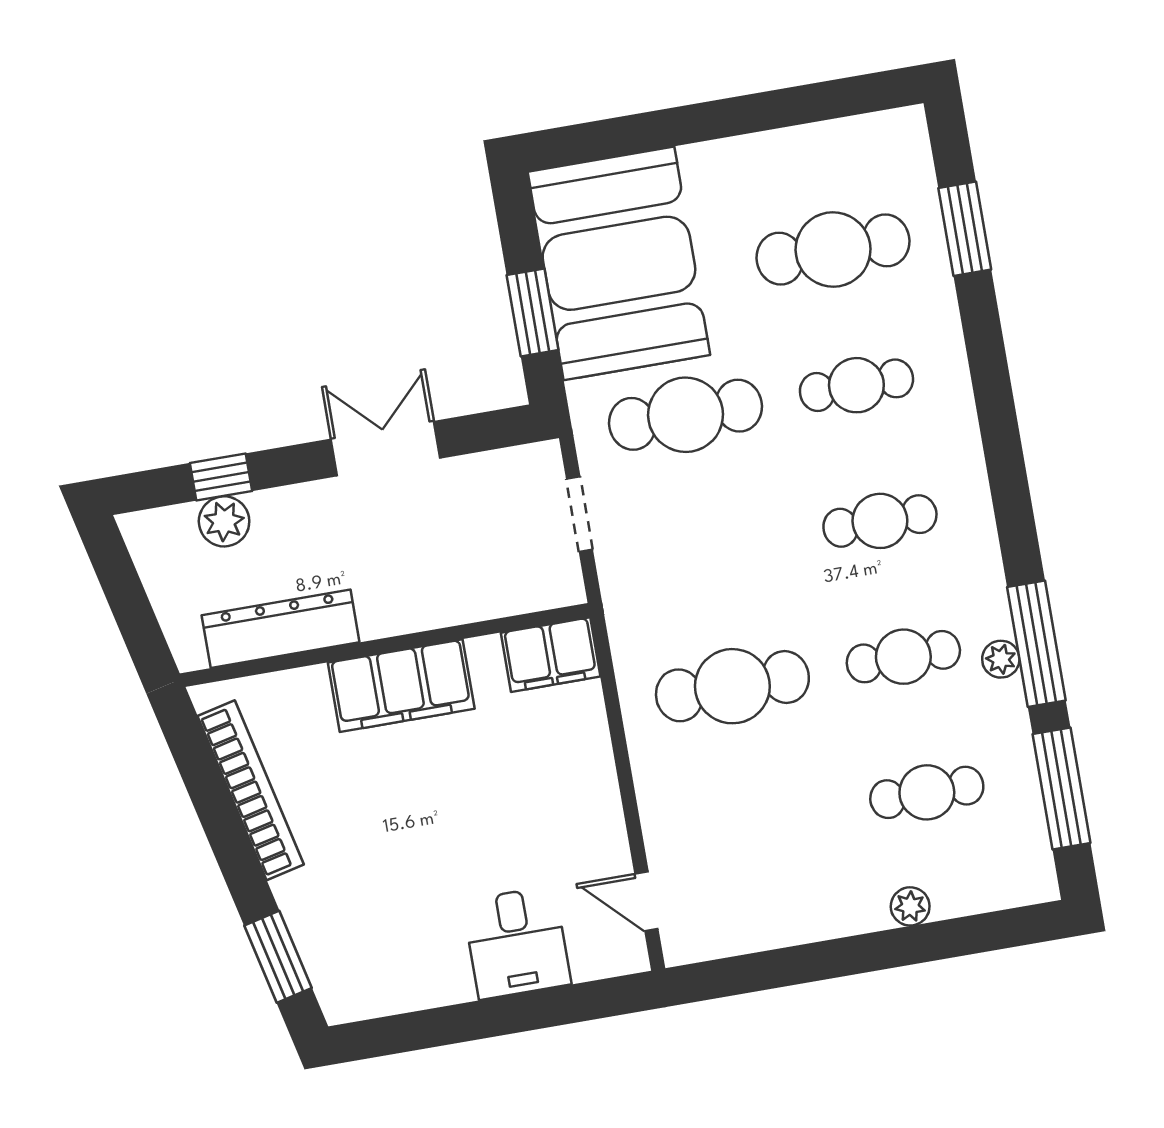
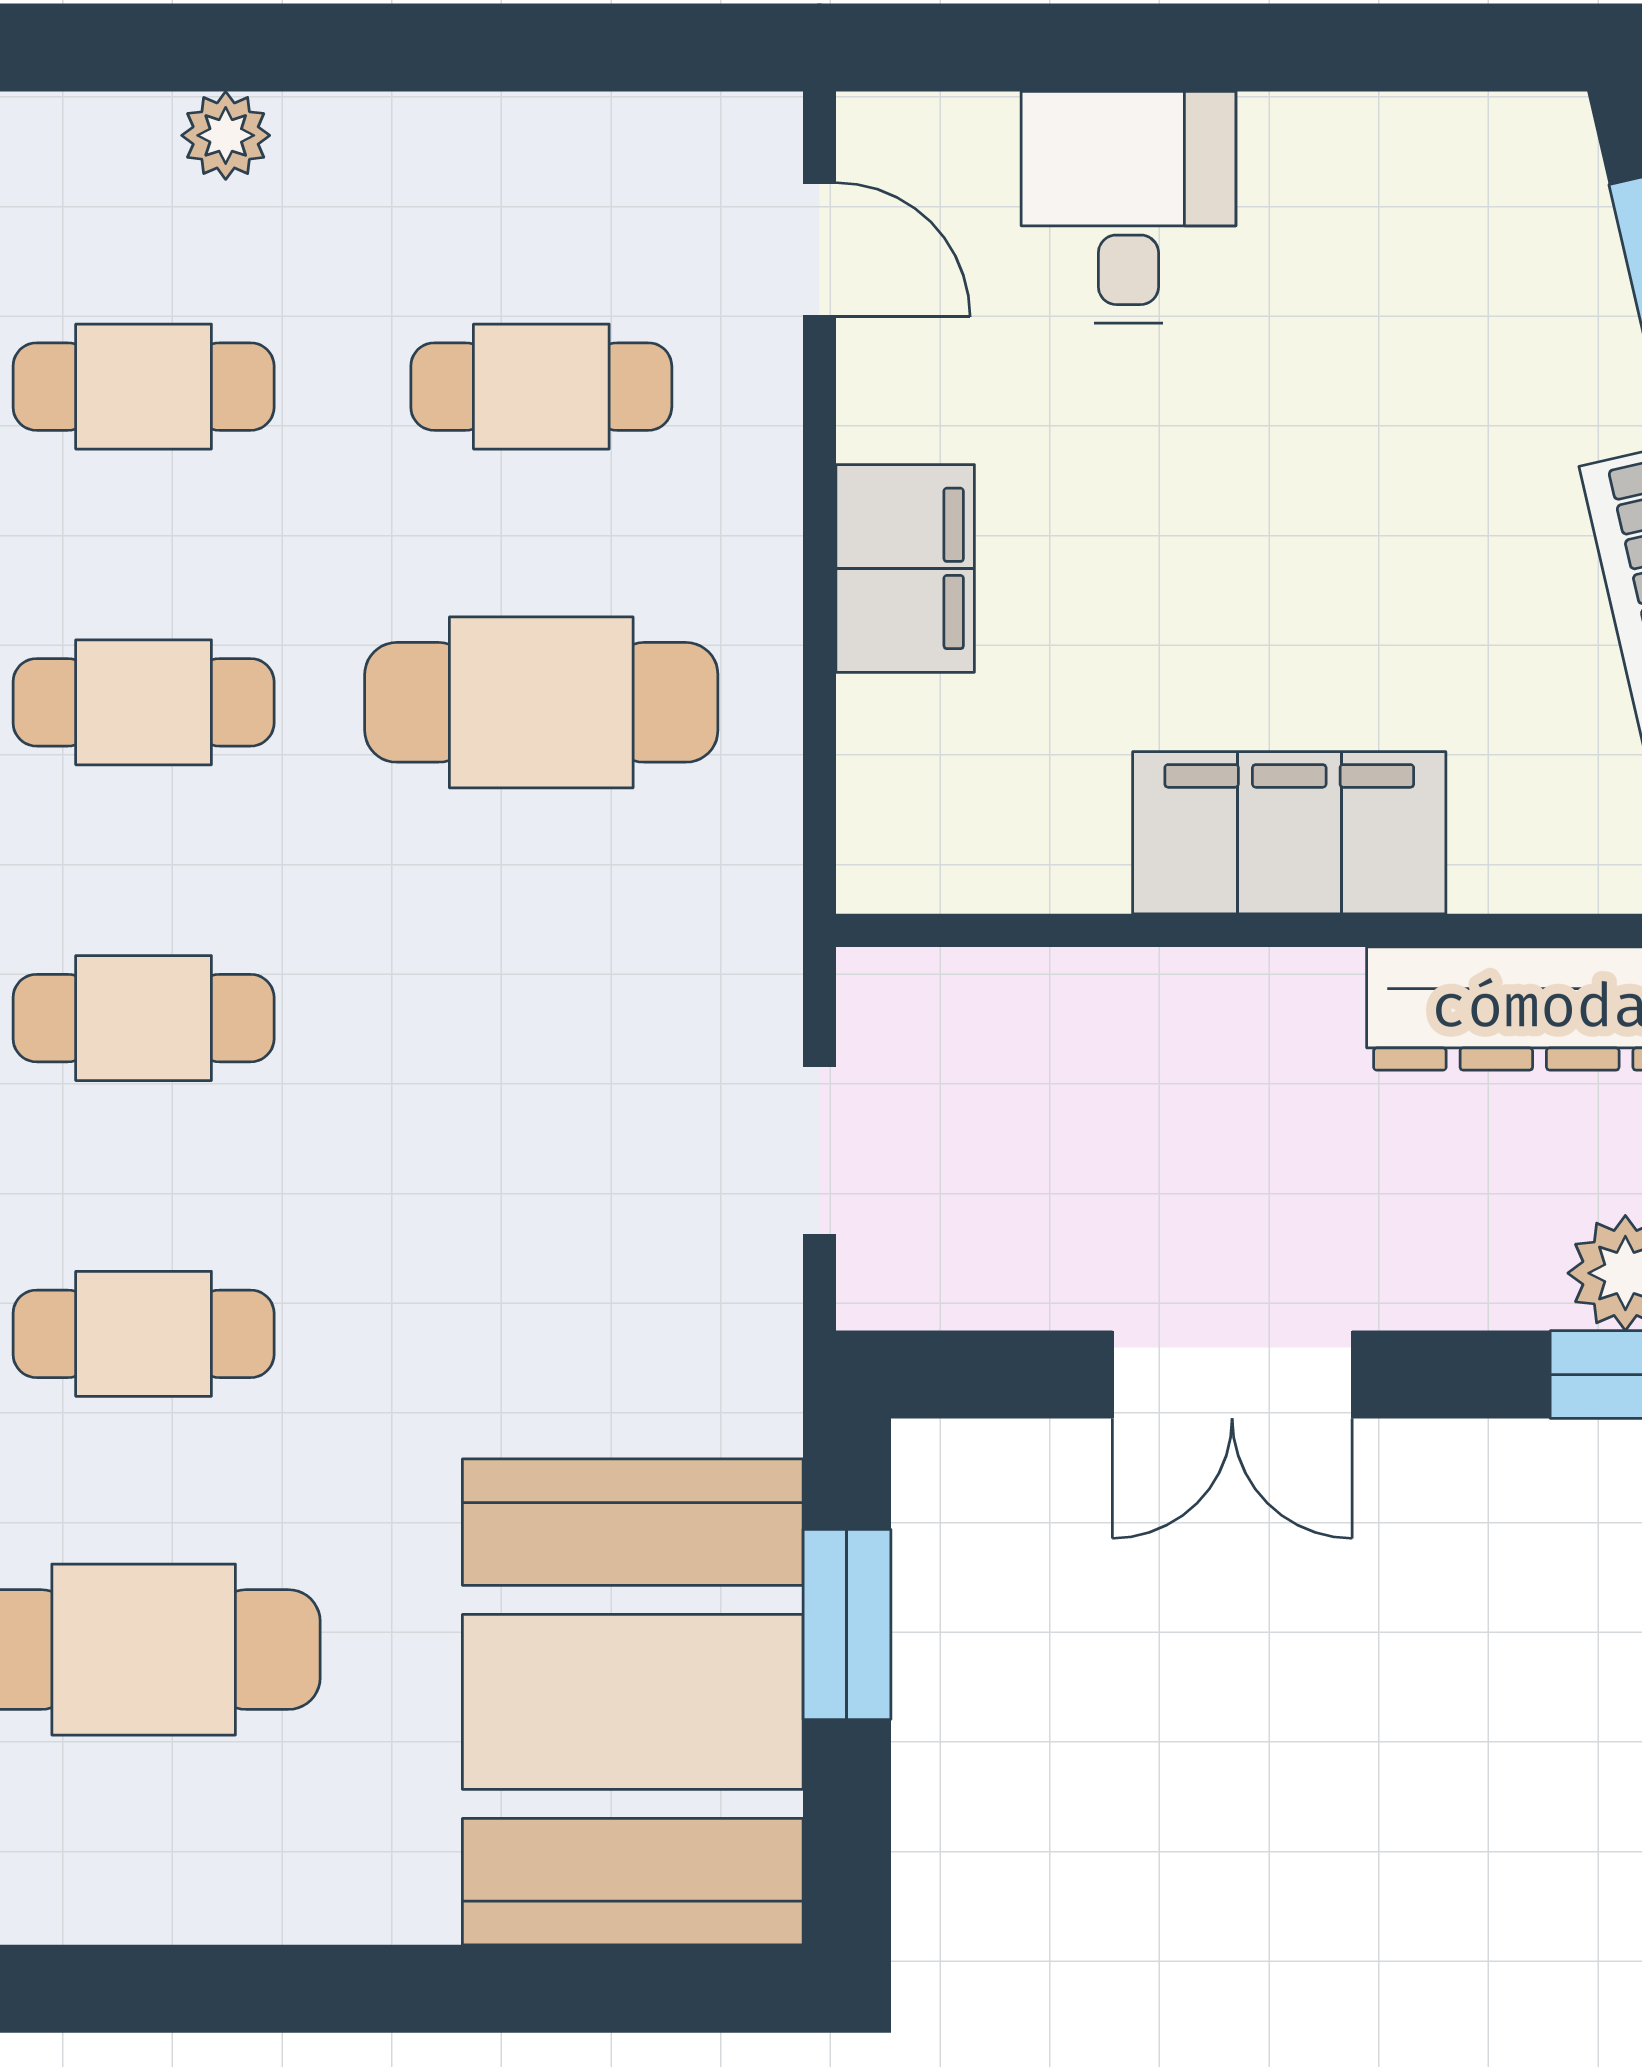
cafe table: (686, 415) -> (541, 387), moved, width x0.73, depth x0.74
filing cabinet: (551, 655) -> (905, 568), moved, turned 90

